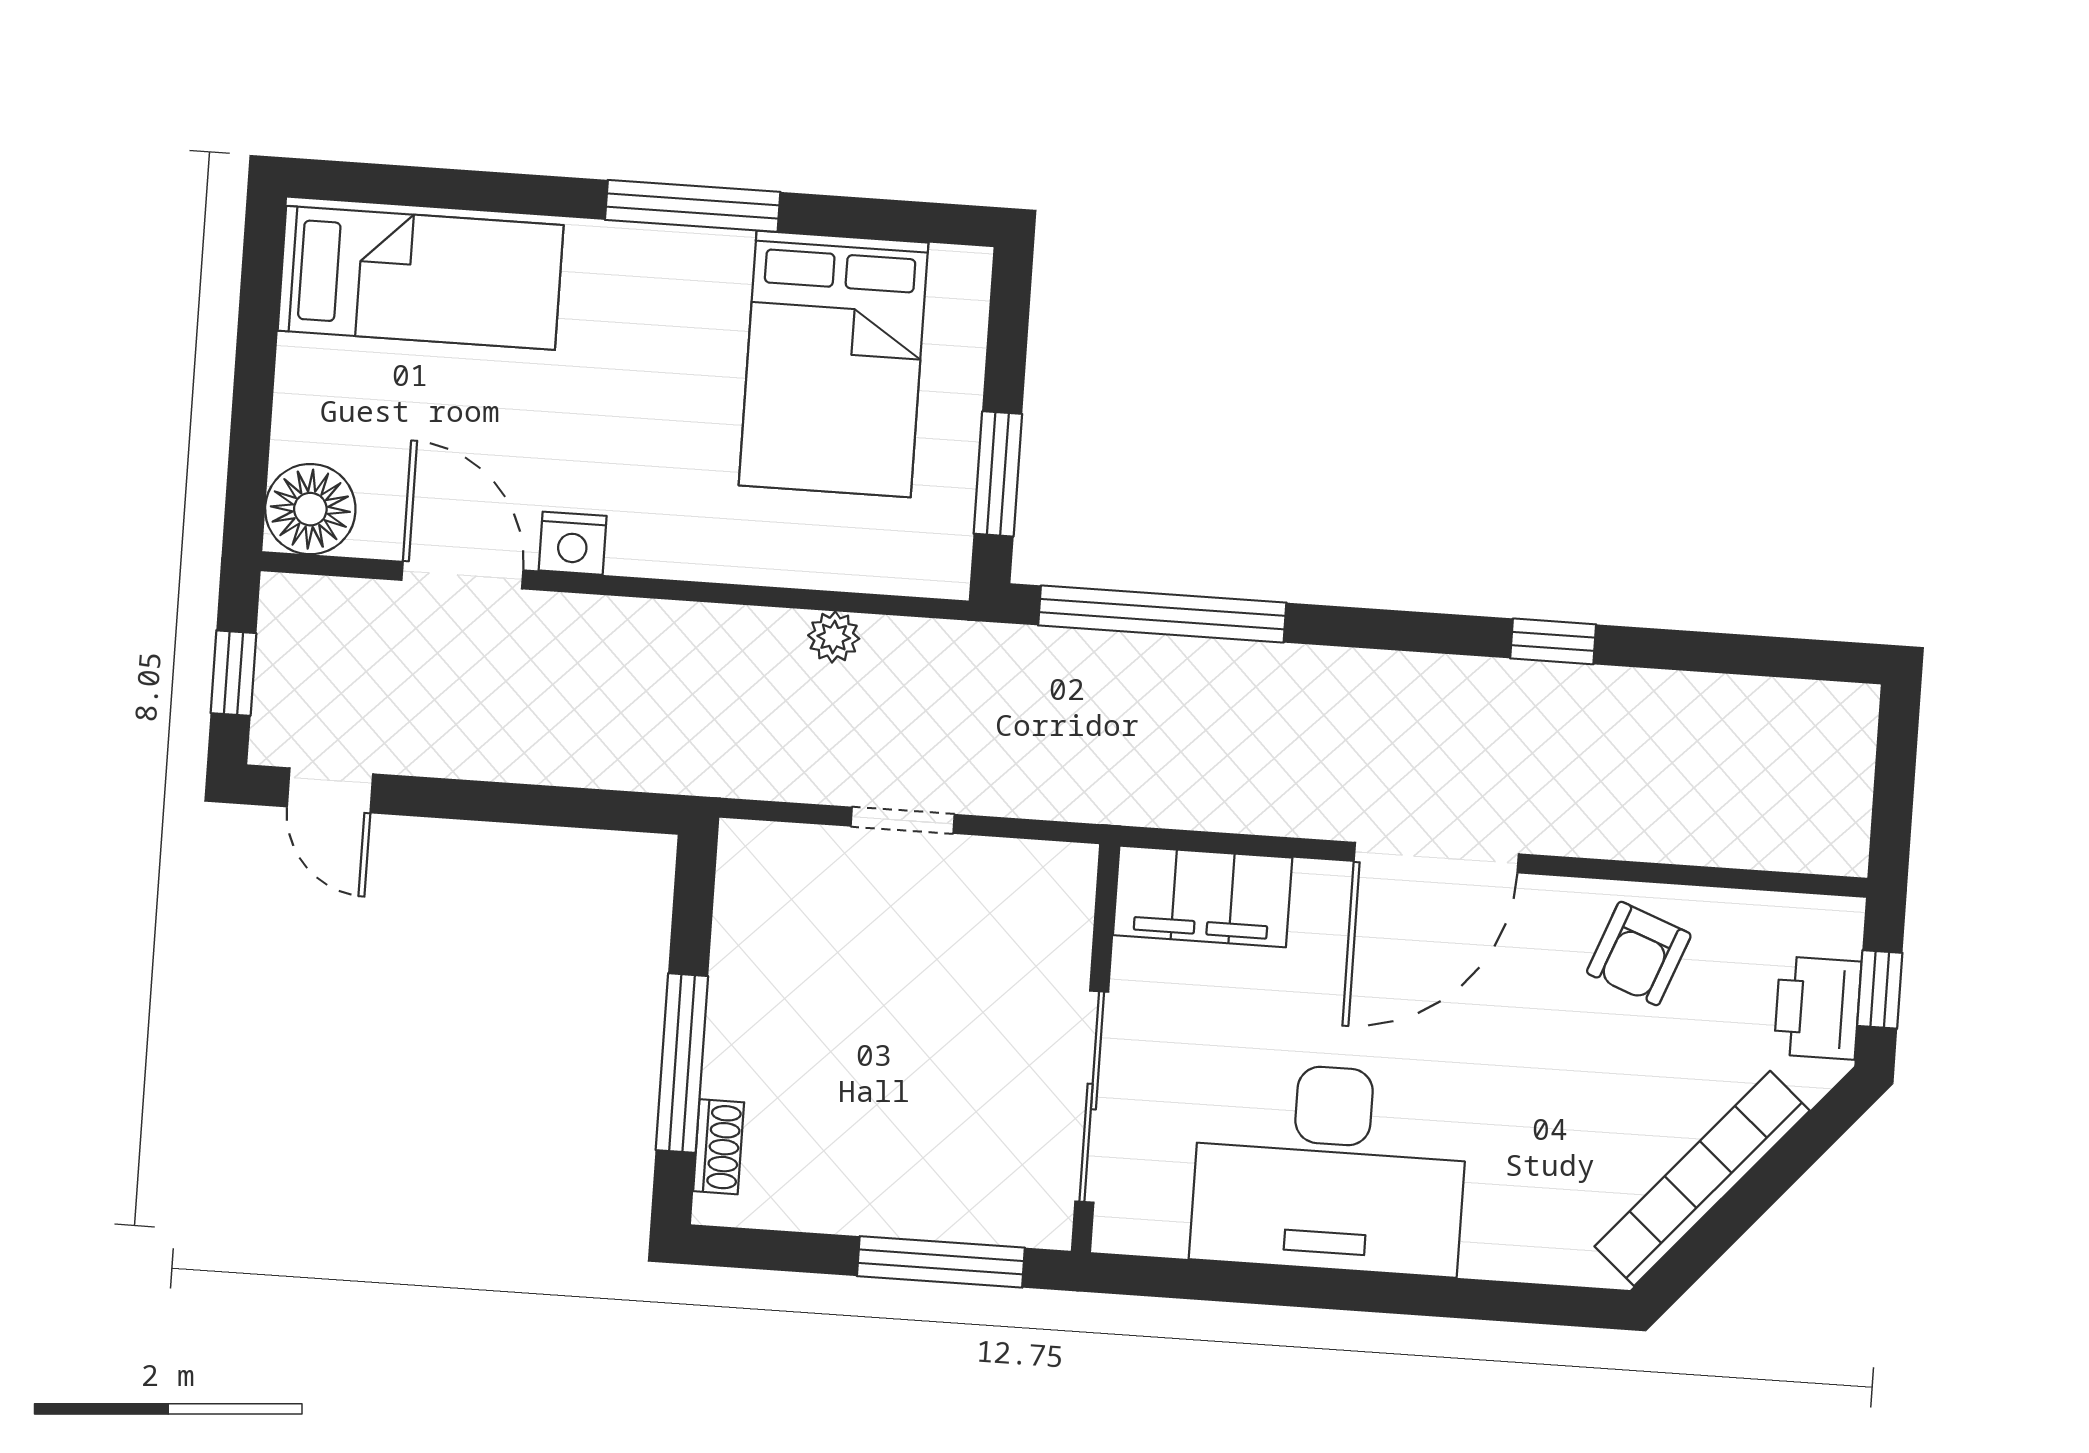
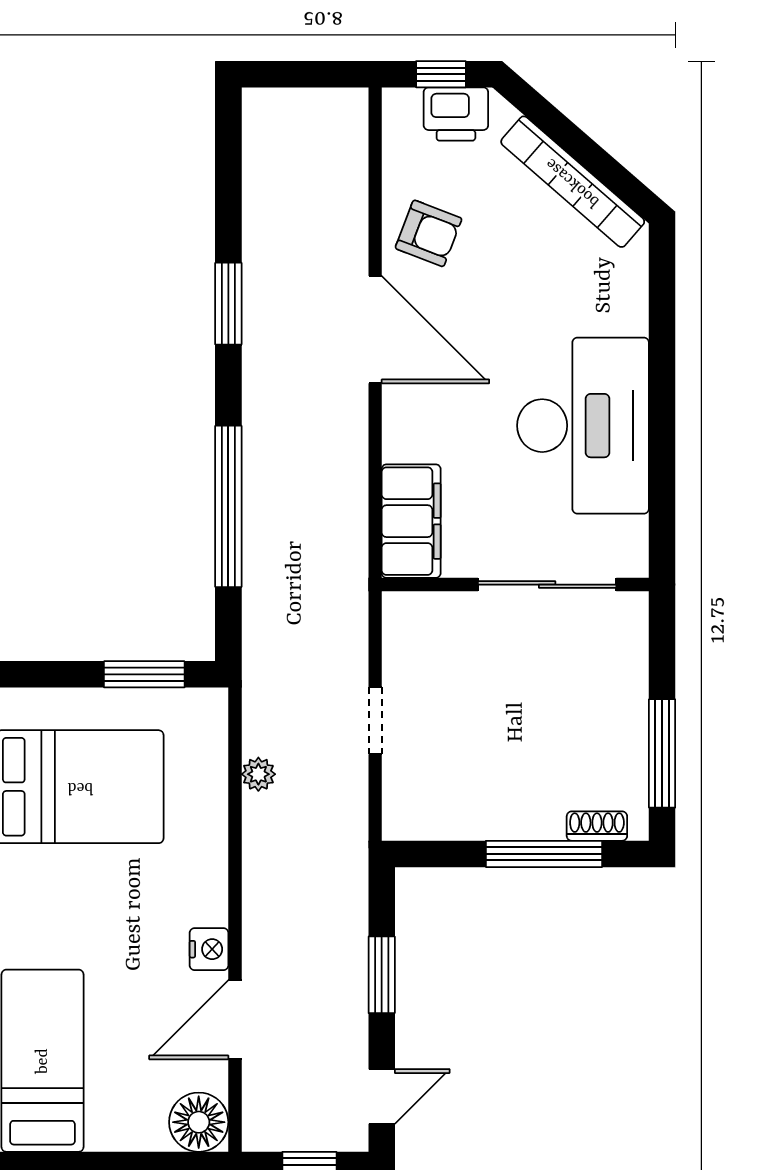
window: (1162, 614) -> (228, 506), moved
window: (1553, 641) -> (228, 304), width x1.50
window: (515, 803) -> (382, 975), added
door: (1436, 858) -> (375, 330), moved
window: (941, 1262) -> (662, 753), moved

